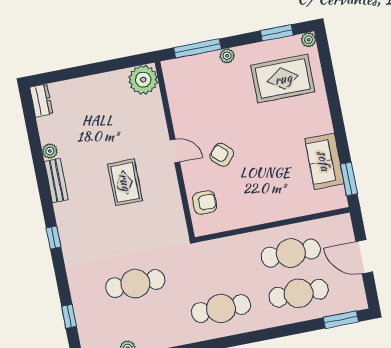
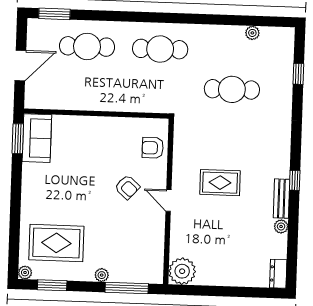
sofa: (324, 161) -> (37, 138), moved
rug: (125, 182) -> (220, 183), turned 90
window: (54, 237) -> (295, 180), moved
cafe table: (291, 253) -> (86, 84), removed
door: (364, 257) -> (20, 66), hinge flipped

